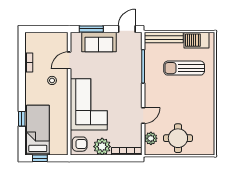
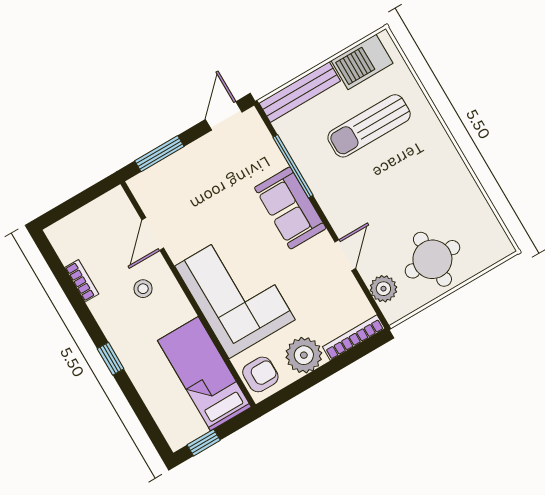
sofa: (99, 42) -> (290, 208), moved, turned 90
window: (22, 119) -> (111, 359), moved
bed: (38, 130) -> (204, 374), moved

